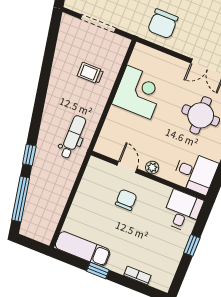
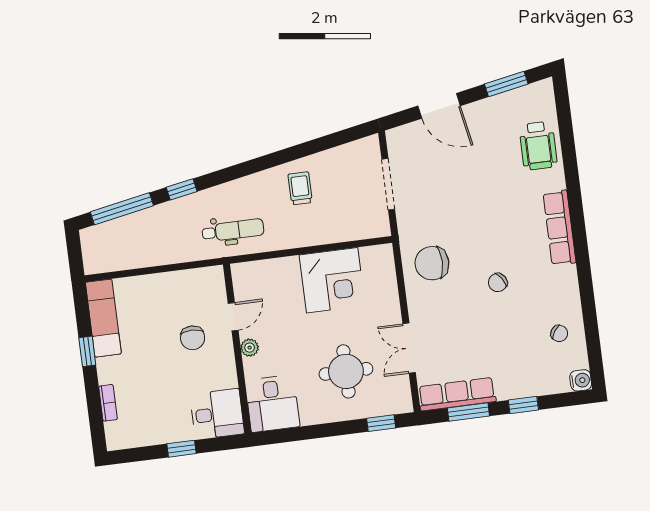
trolley: (90, 73) -> (300, 188), moved
chair: (126, 200) -> (193, 338), turned 90

